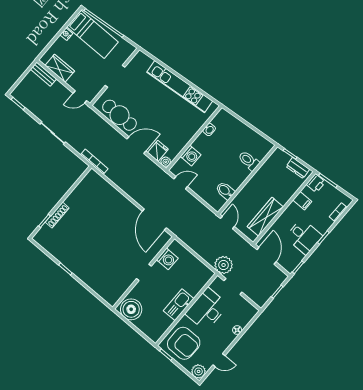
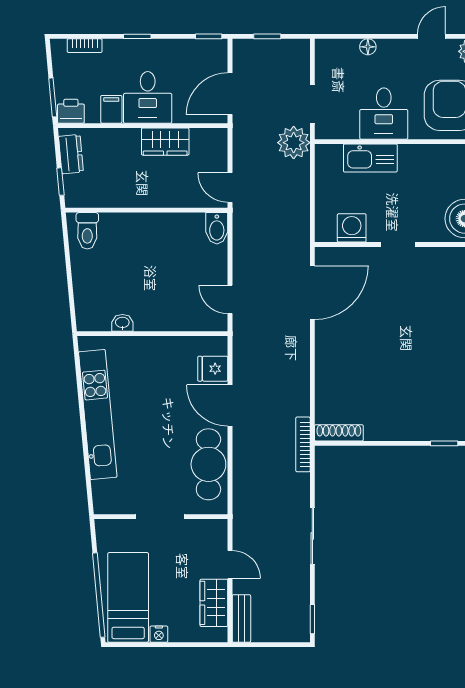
door: (80, 97) -> (230, 564), moved
washing machine: (191, 156) -> (180, 318), removed
toilet: (249, 161) -> (87, 231), moved
plant: (166, 162) -> (218, 345), removed
bidet: (225, 191) -> (217, 228), moved
shoe rack: (57, 215) -> (339, 433), moved
wardrobe: (265, 217) -> (165, 142), width x0.67
door: (227, 222) -> (230, 187), hinge flipped
desk: (304, 237) -> (148, 97), moved, turned 180
kitchen sink: (179, 305) -> (370, 158), moved
desk: (207, 309) -> (384, 114), width x0.73
door: (219, 360) -> (431, 36), hinge flipped

